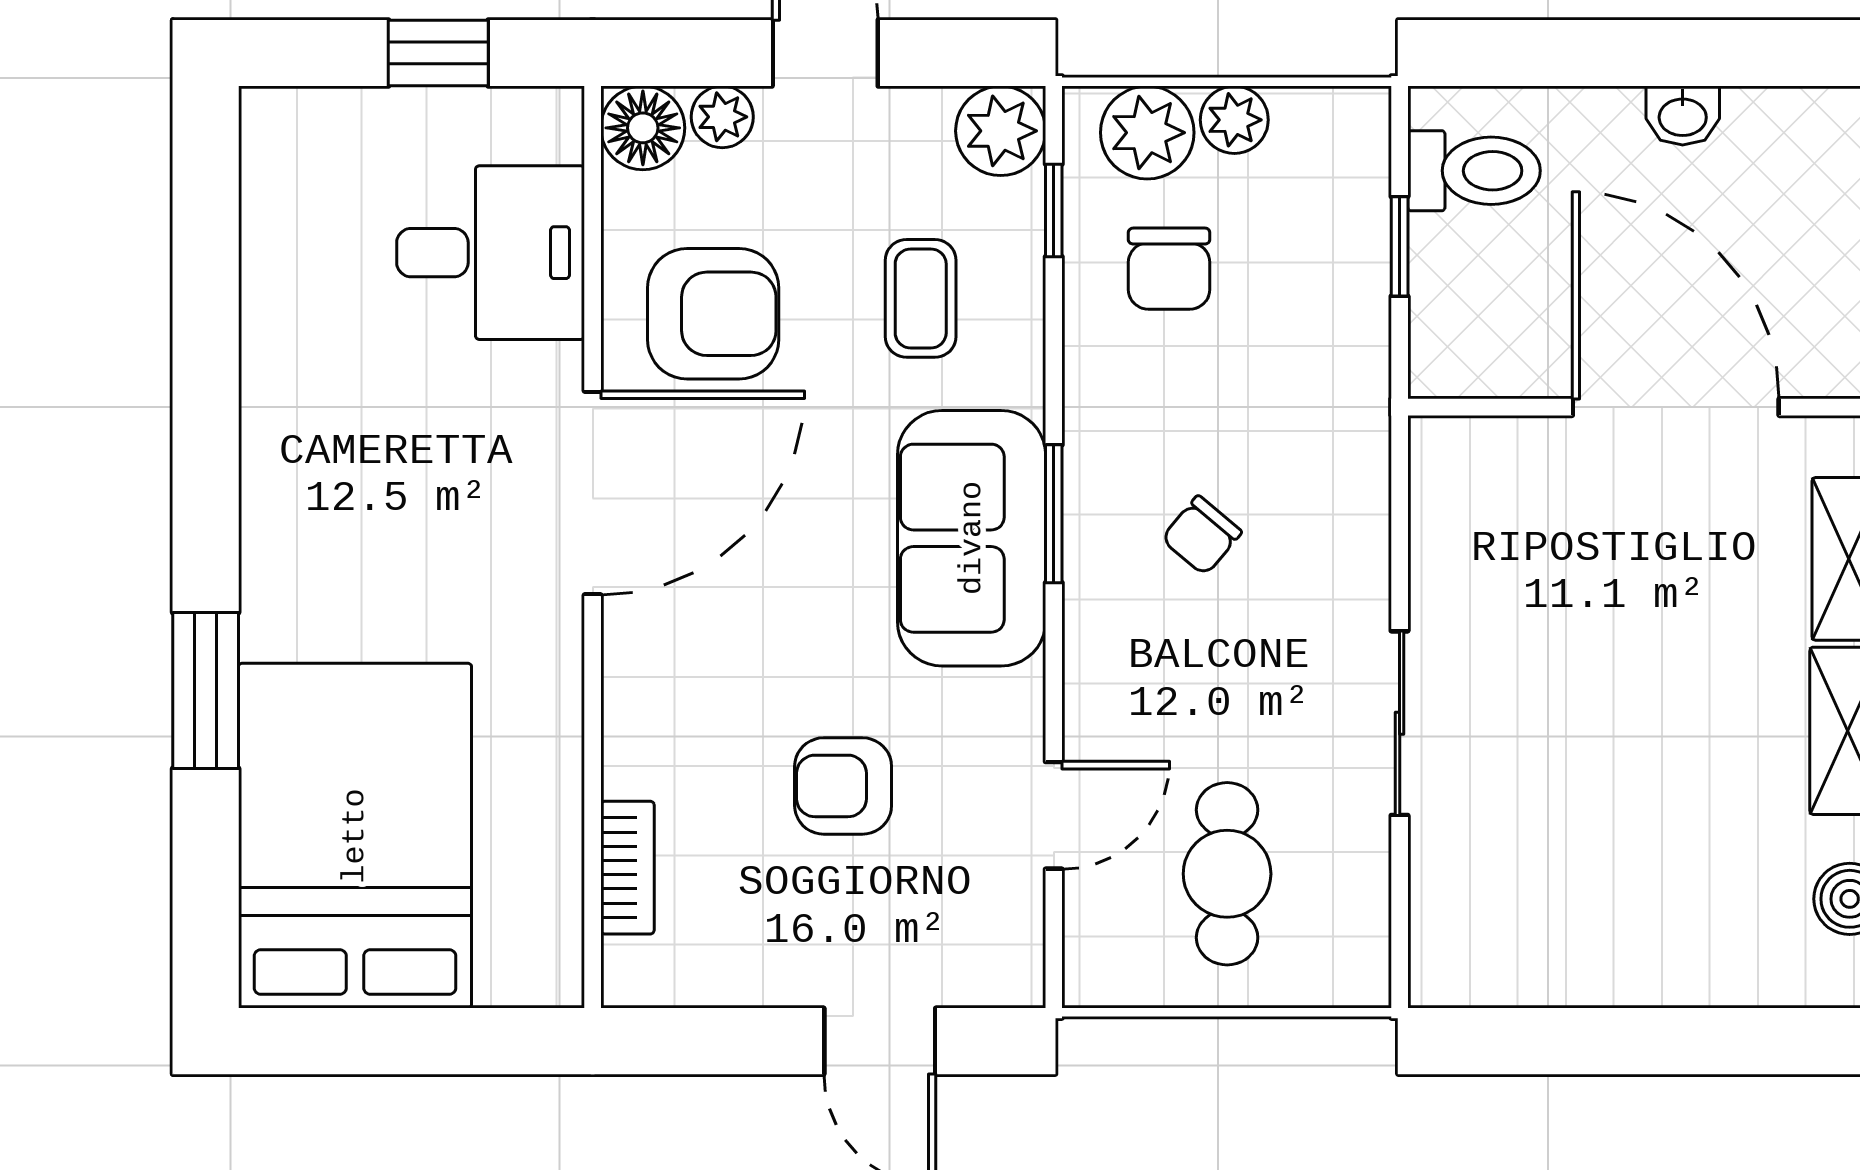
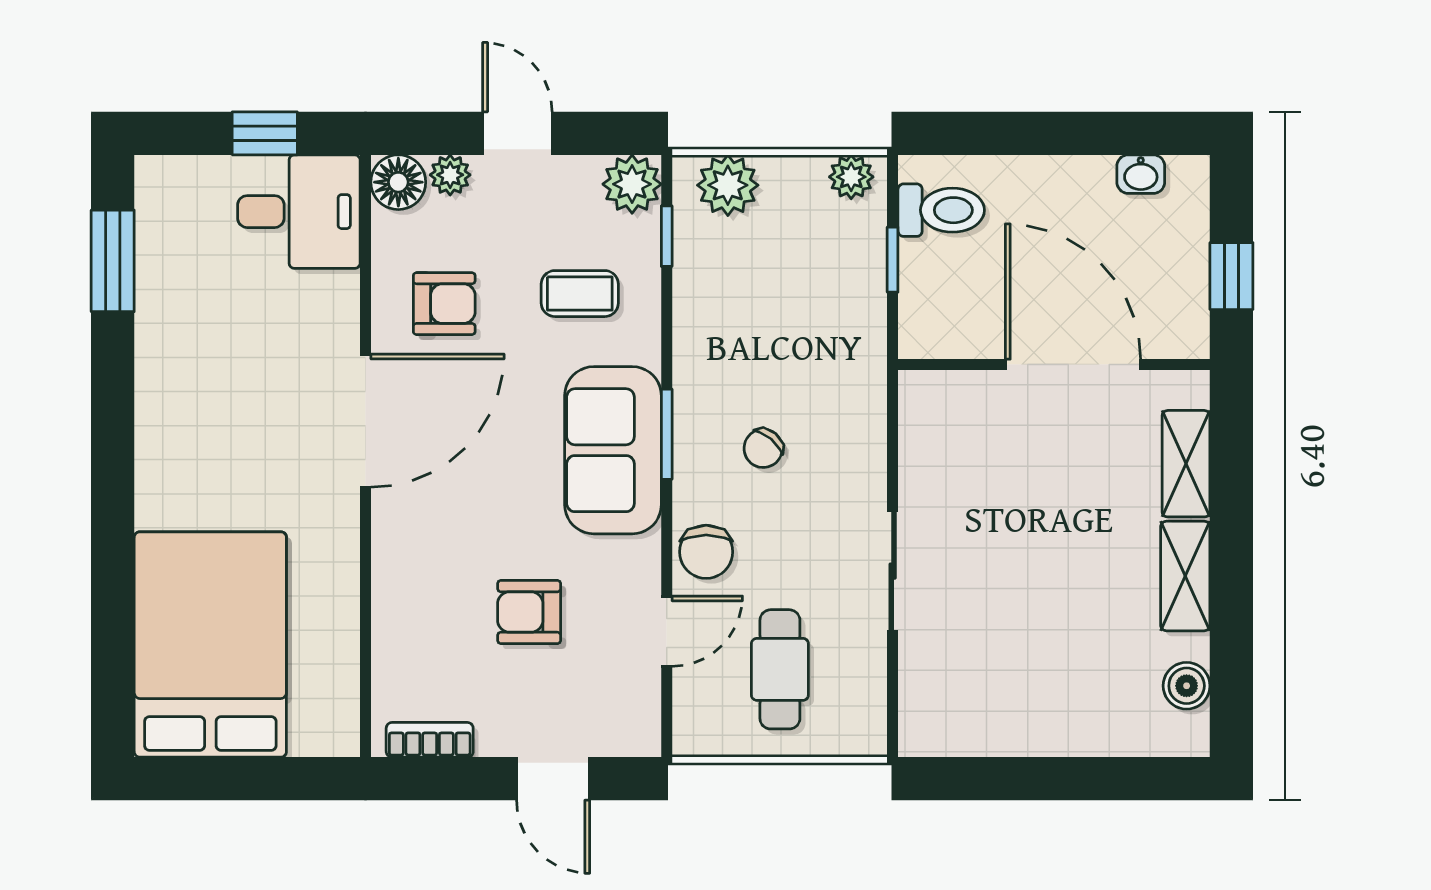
washbasin: (1683, 116) -> (1141, 174), moved
plant: (1234, 120) -> (851, 177), moved
desk: (491, 253) -> (299, 212), moved
chair: (1169, 269) -> (706, 552), moved
coffee table: (921, 298) -> (580, 294), turned 90
armchair: (713, 314) -> (444, 304), width x0.72, depth x0.72
window: (206, 691) -> (113, 261), moved
bookcase: (627, 868) -> (430, 740), moved, turned -90

